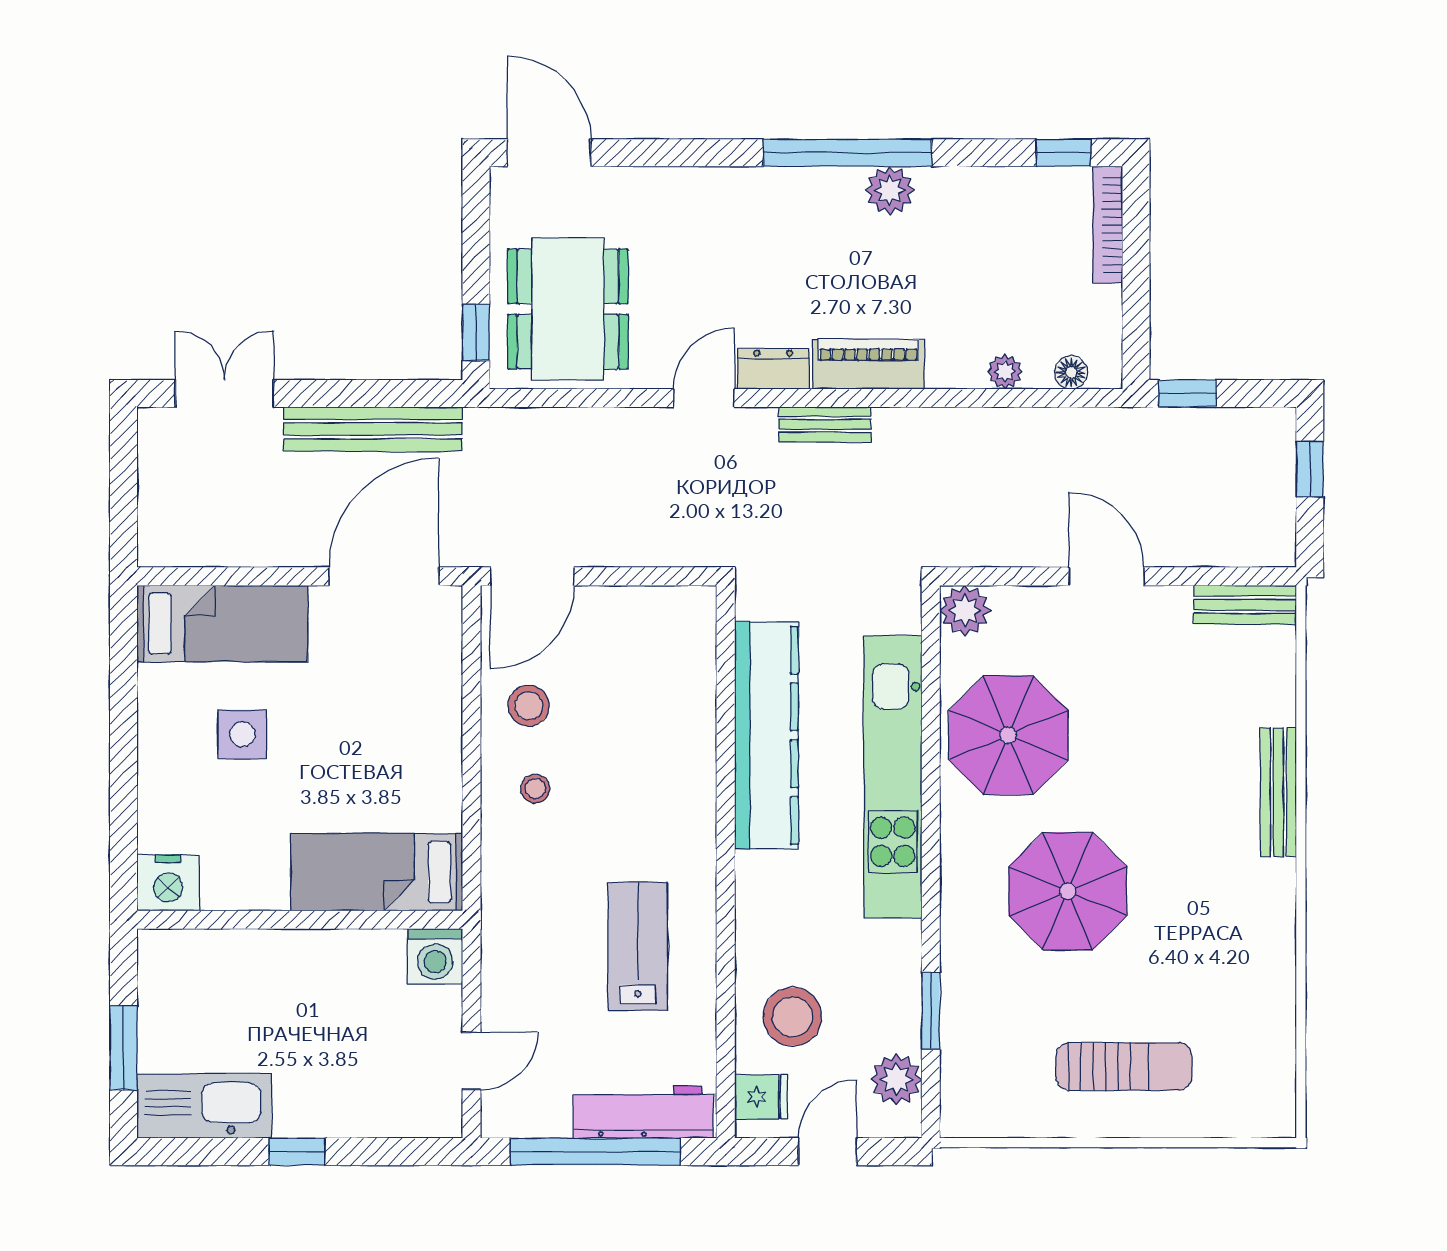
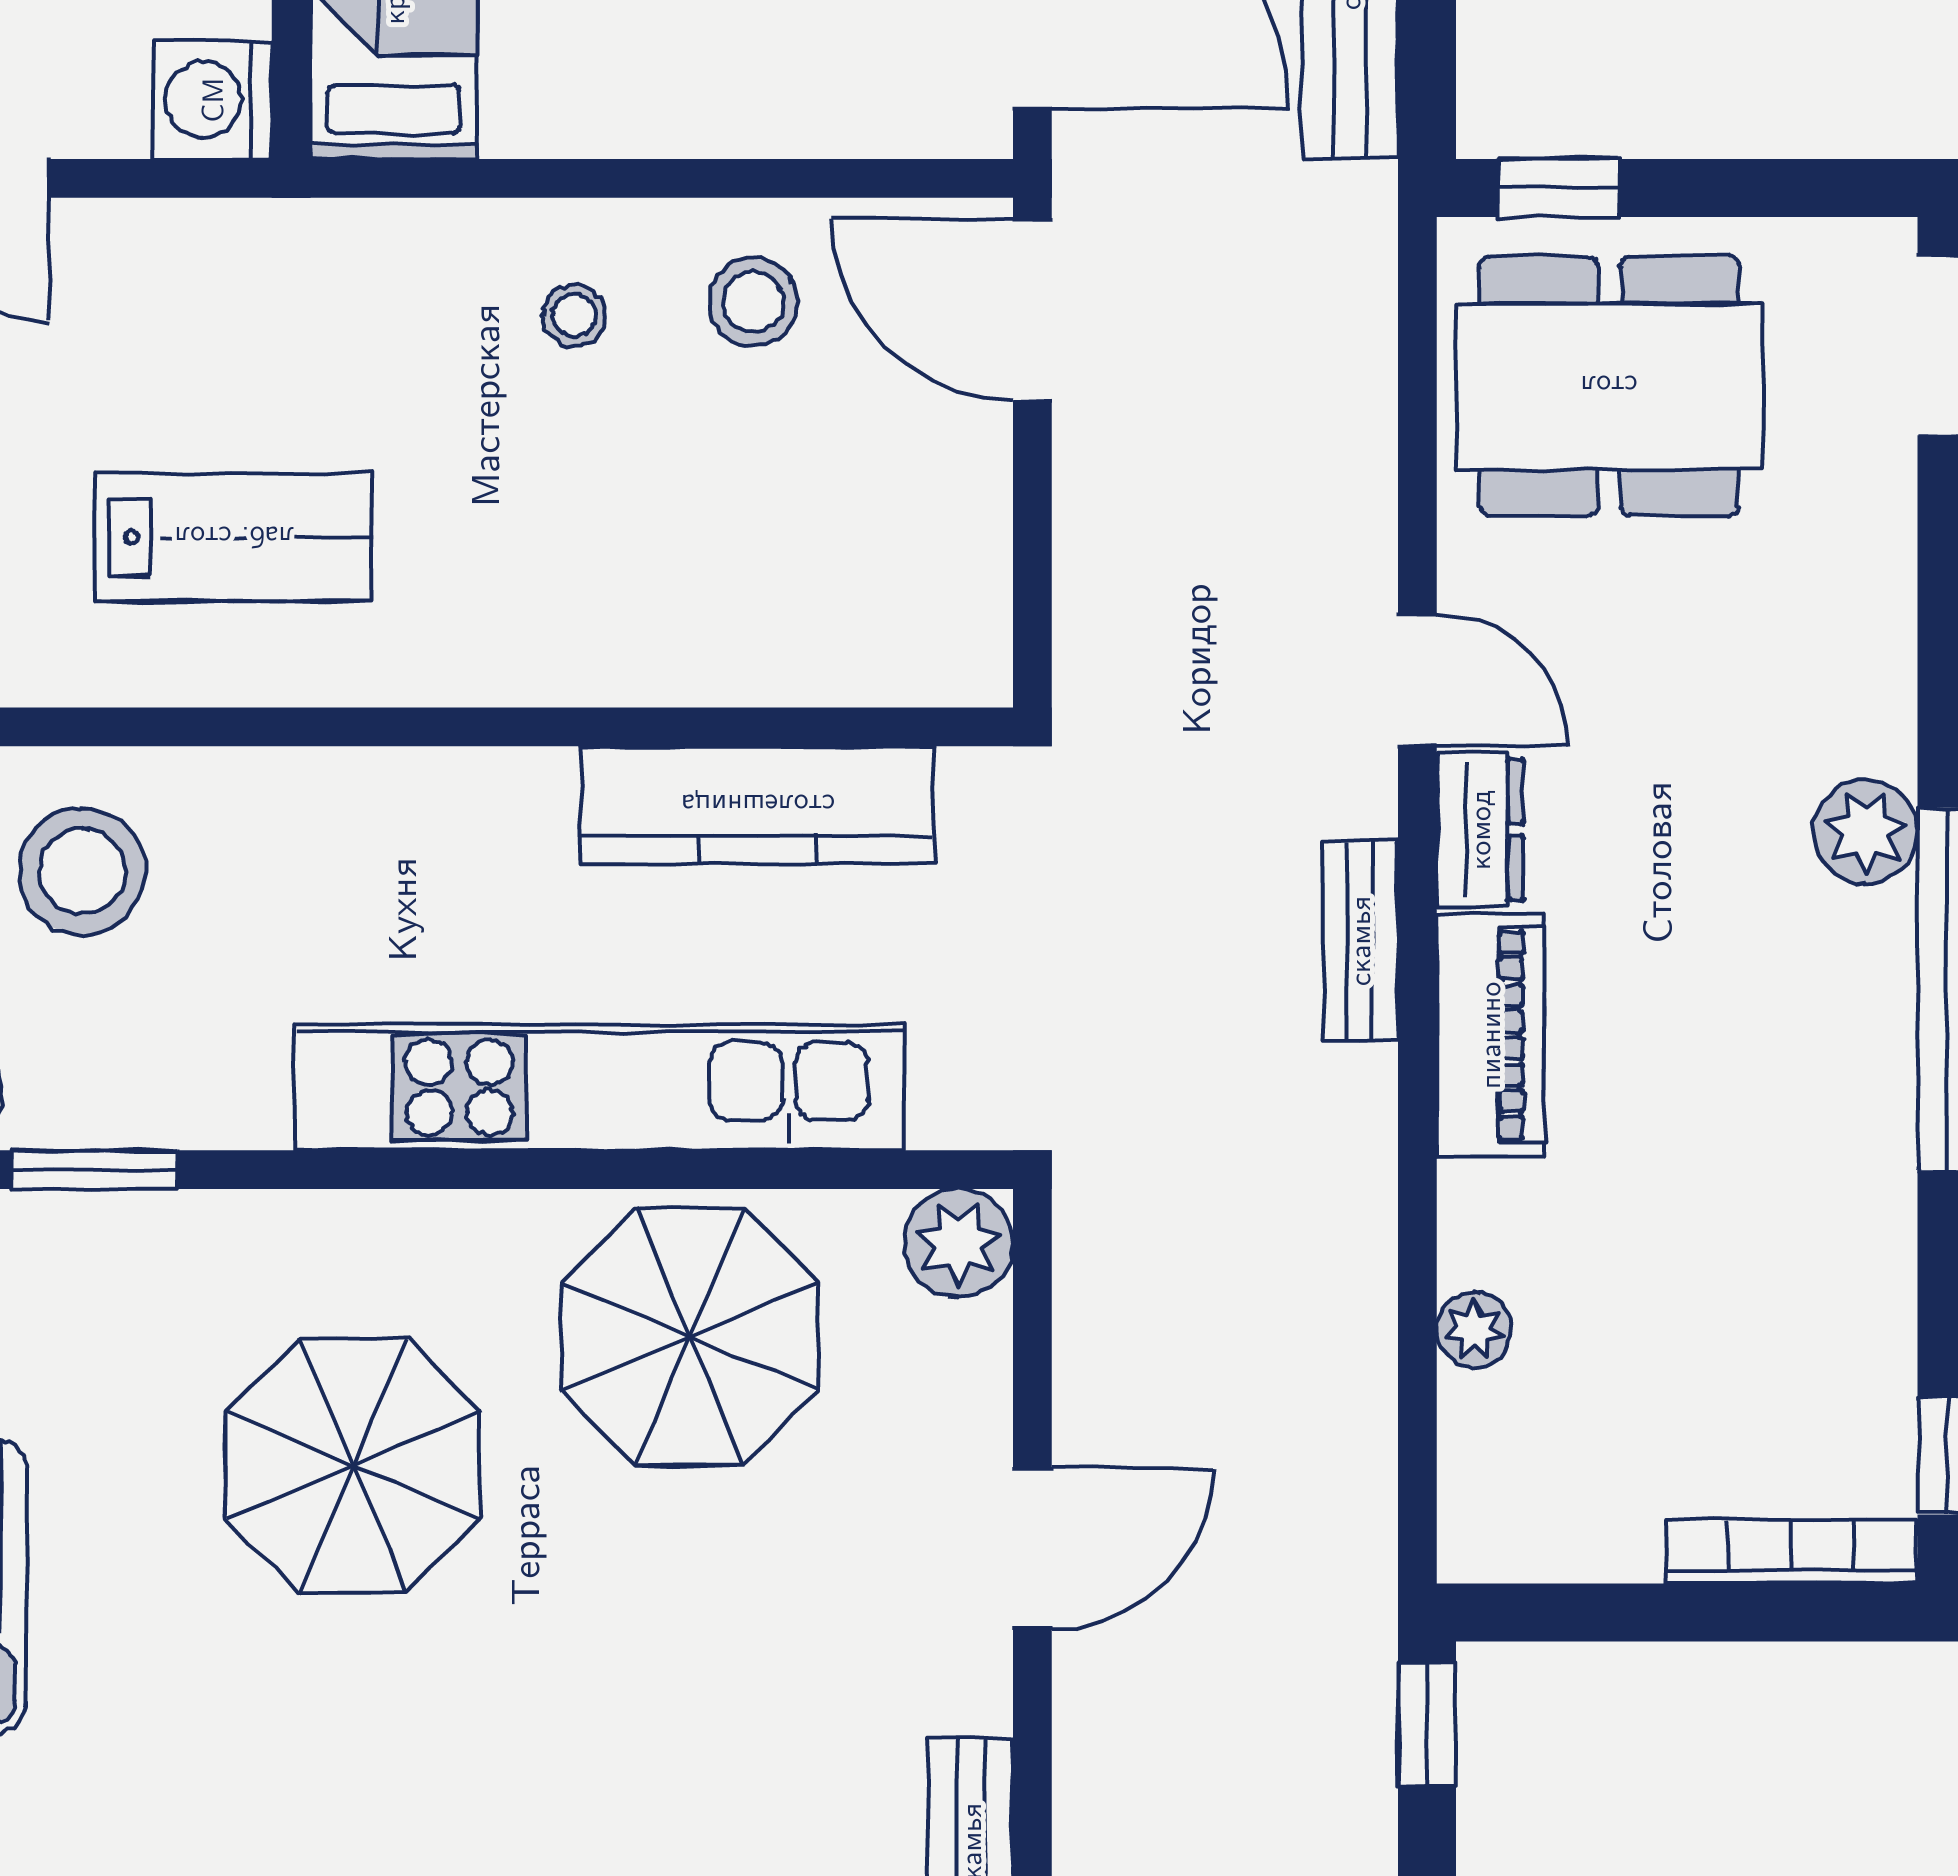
plant: (890, 190) -> (1865, 832), moved
floor lamp: (1071, 372) -> (1472, 1473), removed
kitchen counter: (766, 735) -> (758, 805), width x0.72, depth x0.86

